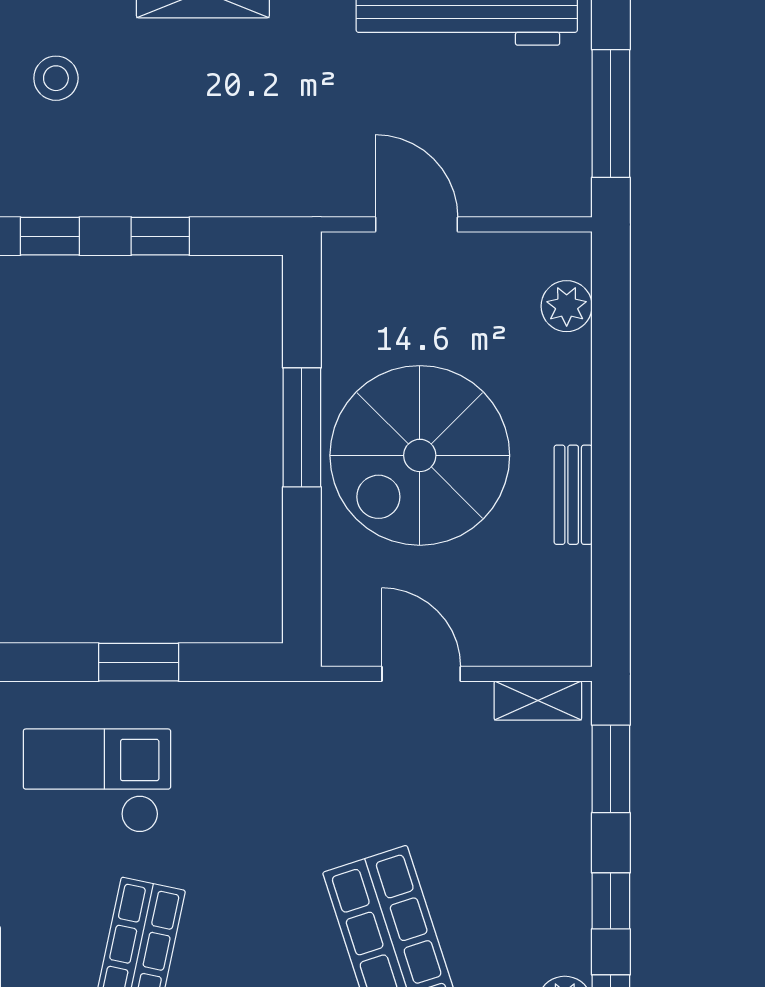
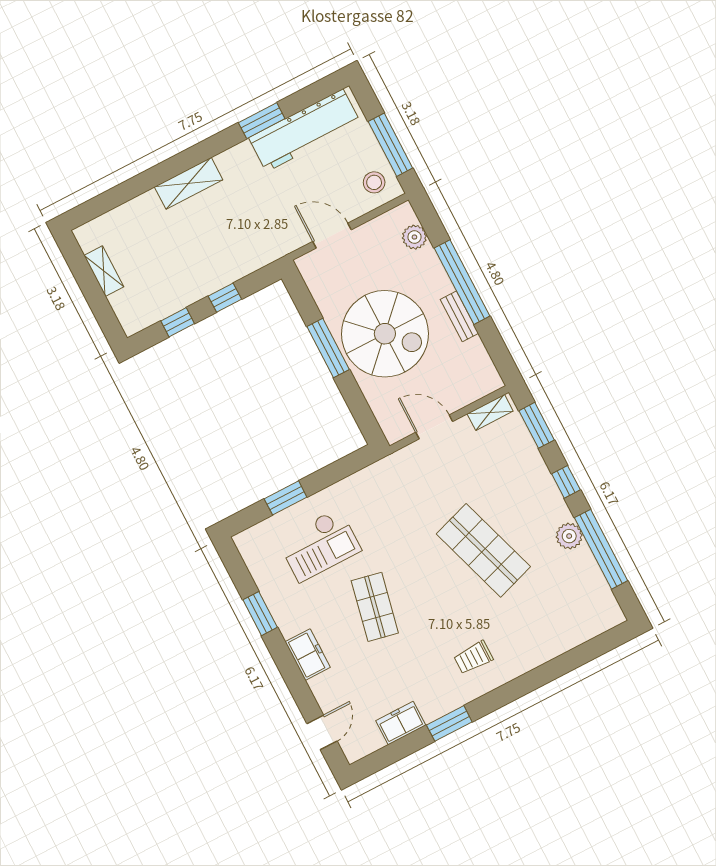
stool: (56, 78) -> (374, 182), moved
window: (611, 434) -> (462, 282), added
spiral stairs: (420, 455) -> (385, 334), turned -90
window: (139, 662) -> (286, 498), moved
checkout: (97, 781) -> (319, 545), turned 180

